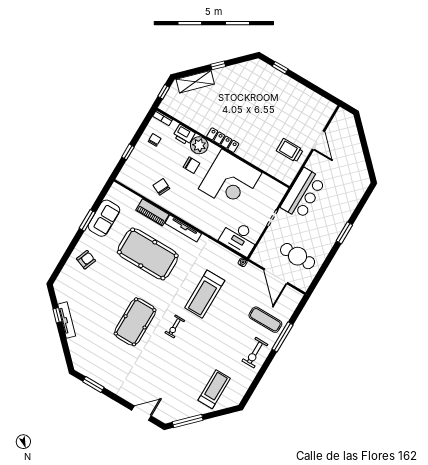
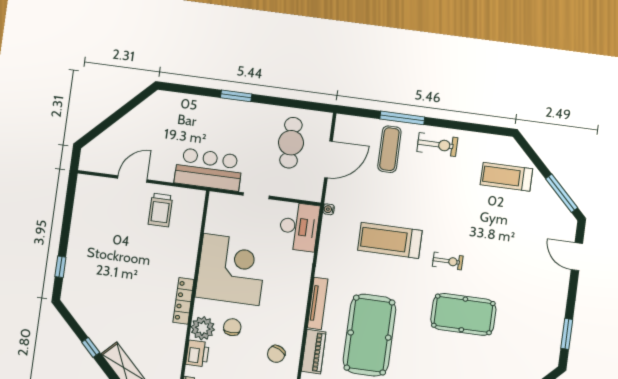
treadmill: (205, 294) -> (390, 240), turned 180

